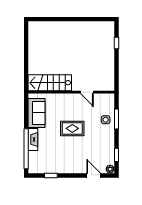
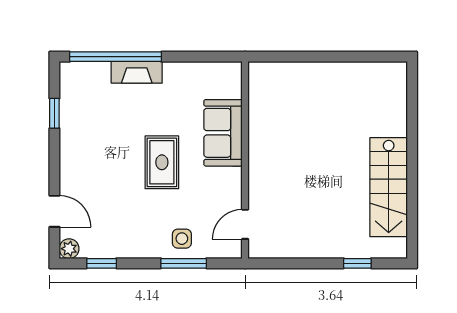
stairs: (50, 83) -> (389, 187), moved, turned 180
door: (87, 92) -> (245, 224), moved
sofa: (37, 113) -> (223, 133), moved, turned 90
door: (94, 175) -> (54, 211), hinge flipped

